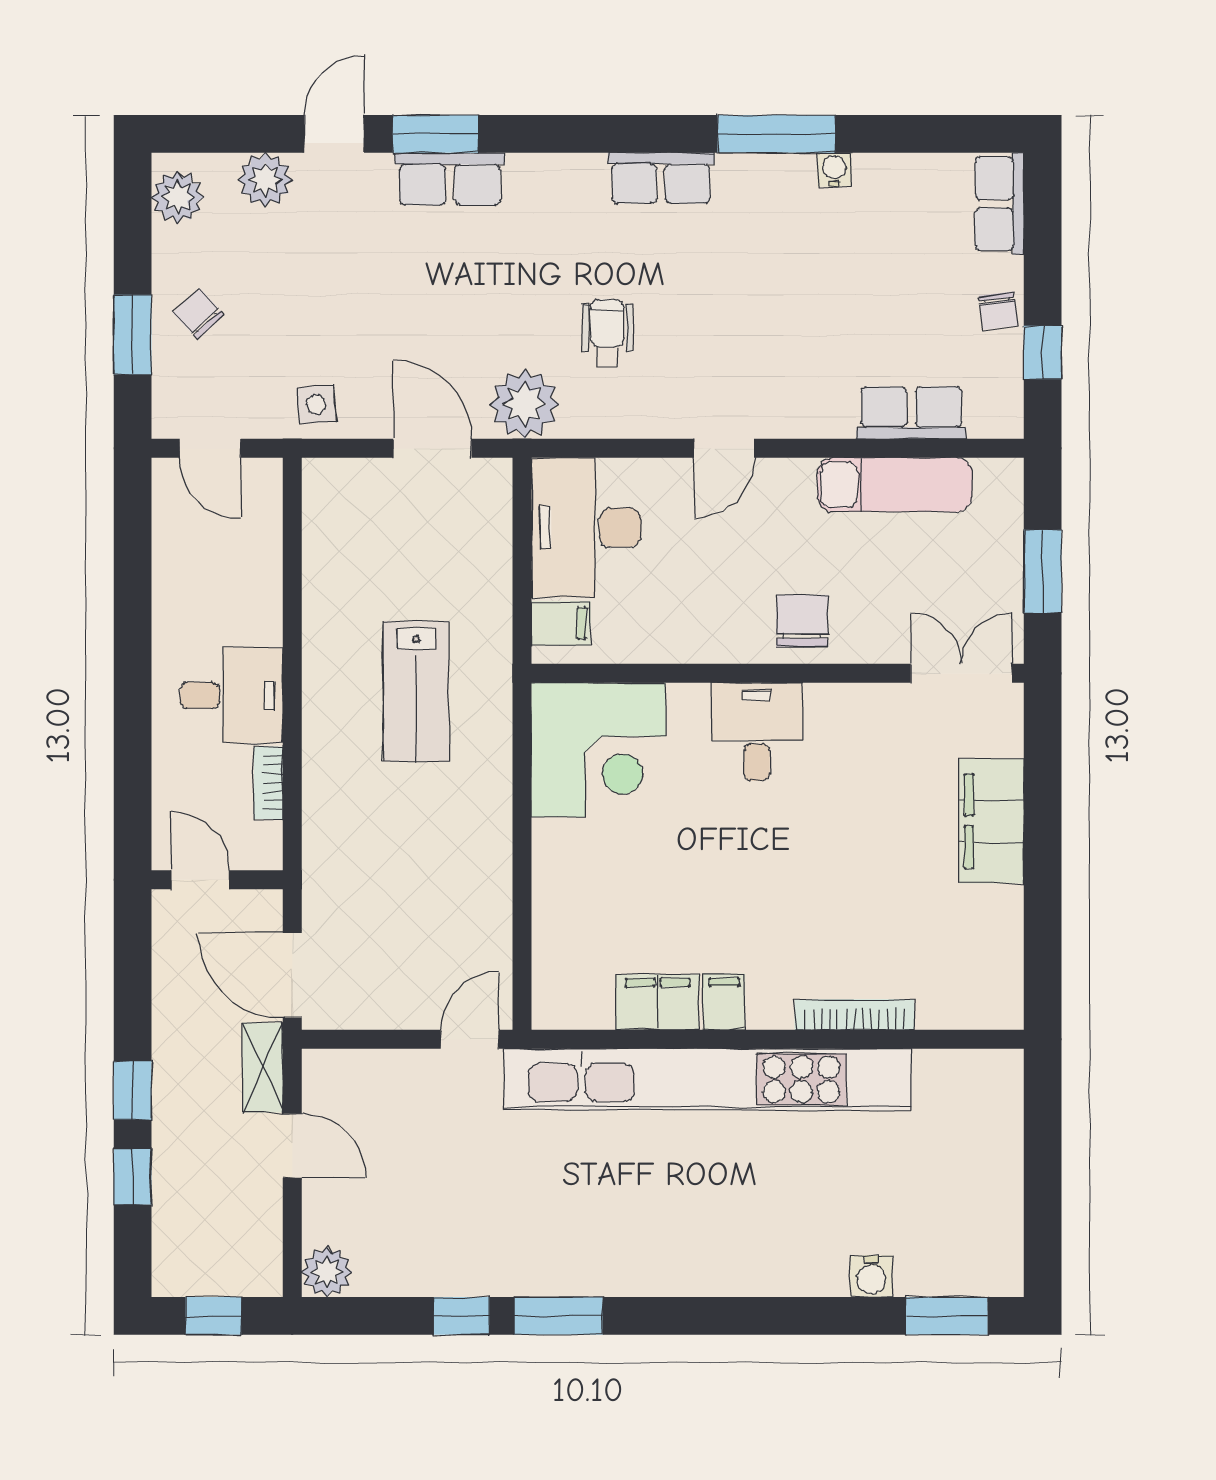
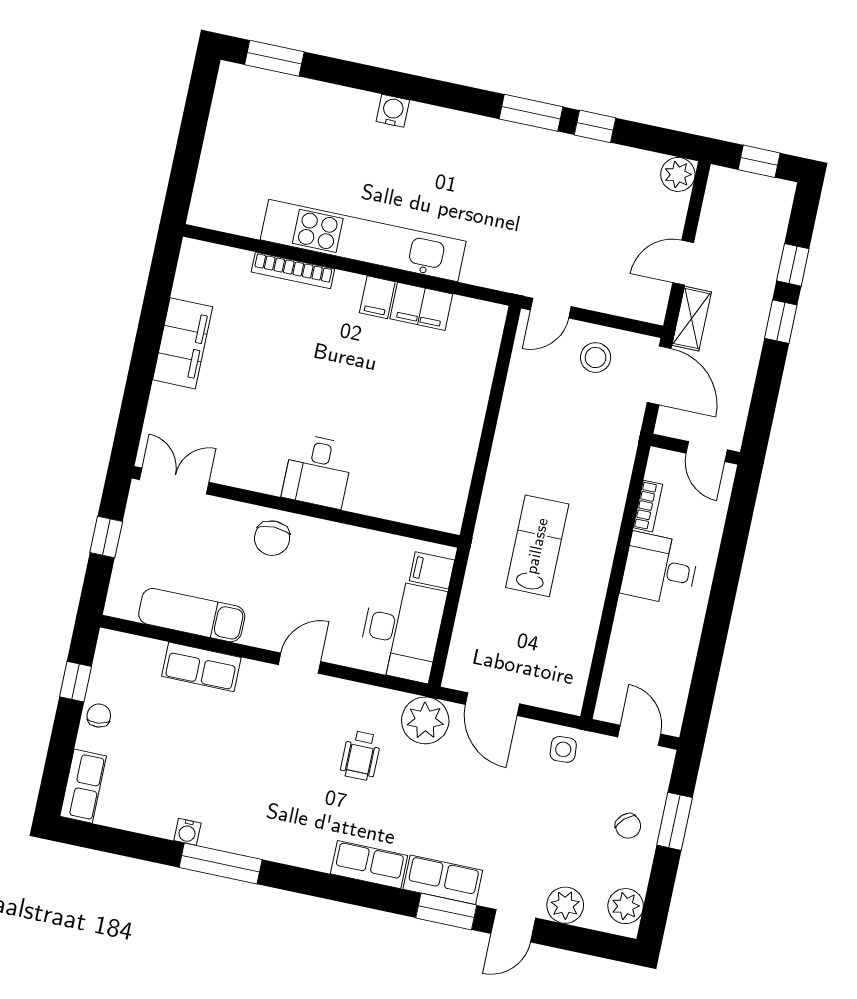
row of seats: (661, 178) -> (369, 865), moved
row of seats: (911, 413) -> (201, 667), moved
window: (1043, 571) -> (106, 537), width x0.67
double door: (961, 673) -> (174, 481), swing flipped
corner desk: (598, 750) -> (425, 481), removed
filing cabinet: (992, 821) -> (183, 343), moved
stool: (390, 982) -> (596, 358), added
kitchen unit: (708, 1079) -> (363, 241), width x0.73
door: (292, 1146) -> (683, 263), hinge flipped
water cooler: (871, 1276) -> (393, 111), moved

